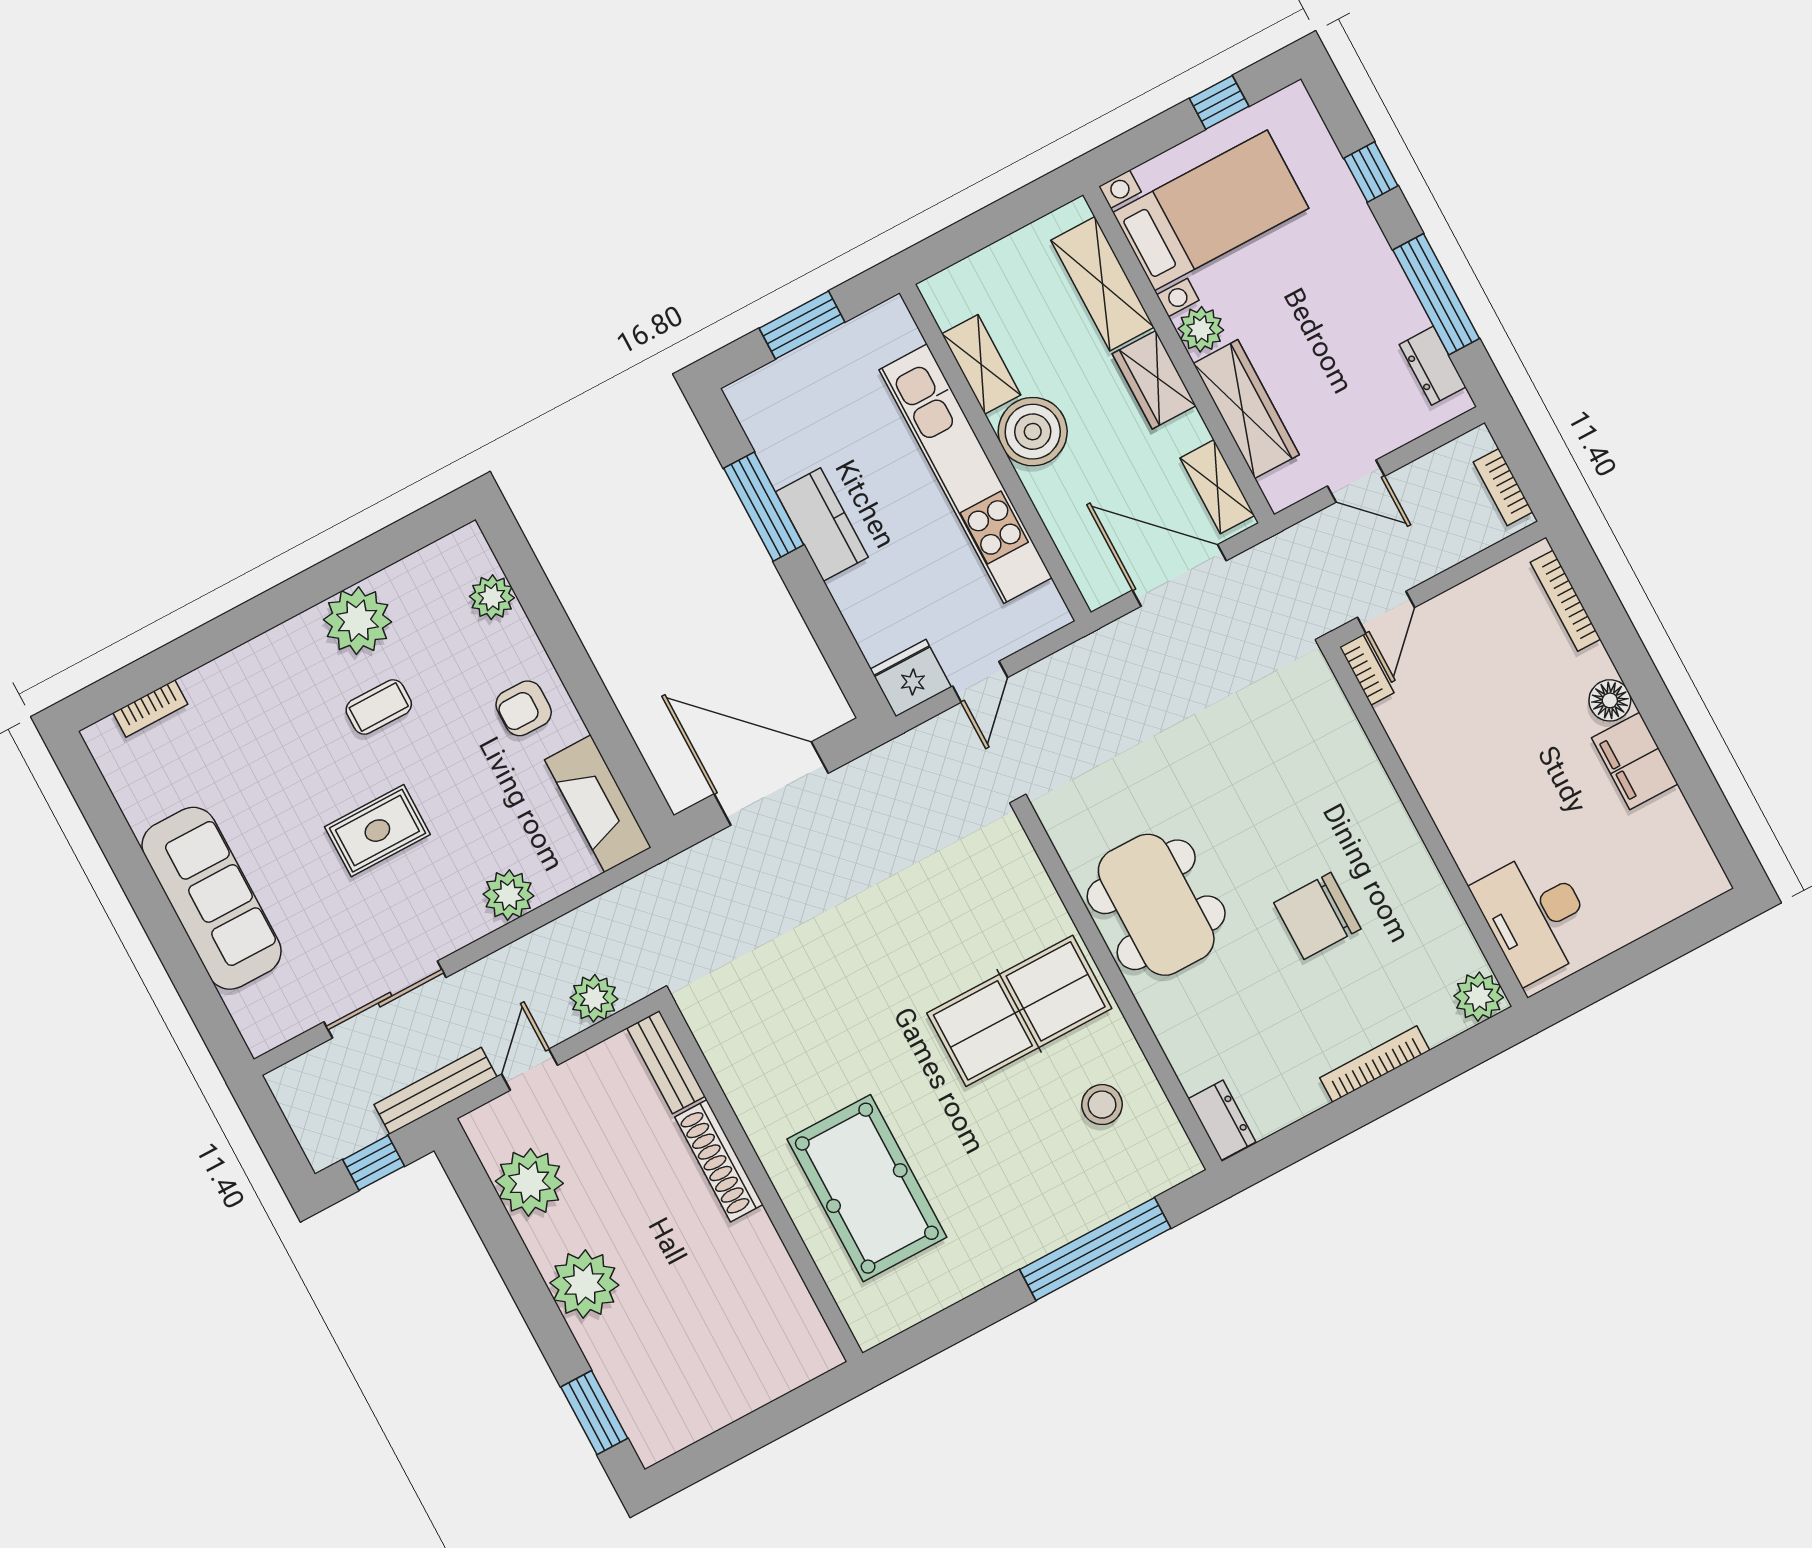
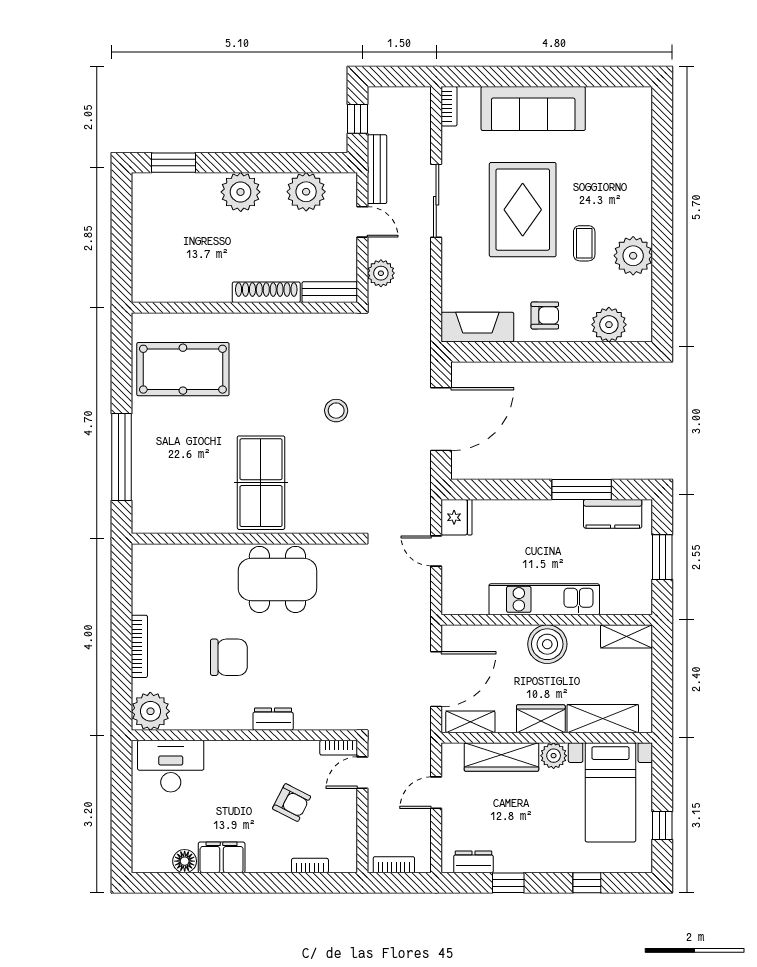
window: (1436, 294) -> (508, 883), width x0.46
shelving: (981, 364) -> (626, 636), moved
kitchen unit: (966, 474) -> (544, 599), width x0.73
kitchen counter: (822, 524) -> (613, 514), moved
plant: (492, 597) -> (609, 325), width x1.36, depth x1.36
bookcase: (1565, 601) -> (310, 866), width x0.64
door: (1386, 612) -> (362, 773), hinge flipped
armchair: (1491, 698) -> (292, 803), added
floor lamp: (1610, 700) -> (185, 861), moved
bookcase: (150, 708) -> (449, 106), moved, turned 180
armchair: (524, 708) -> (545, 315), turned 90
rug: (377, 831) -> (523, 210), width x1.86, depth x2.06
plant: (509, 895) -> (455, 258), removed
chair: (1317, 916) -> (229, 657), turned 90
plant: (1479, 997) -> (150, 711), width x1.36, depth x1.36
sliding door: (385, 1000) -> (436, 201), moved
stool: (1102, 1105) -> (336, 411), moved
dresser: (1222, 1120) -> (273, 719), moved, turned 180
pool table: (867, 1188) -> (183, 369), moved

